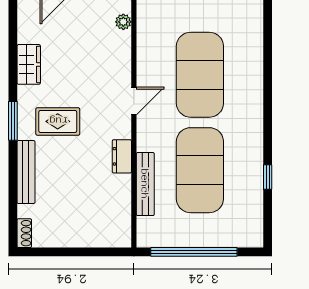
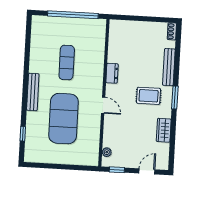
door: (134, 101) -> (103, 105), swing flipped
exercise mat: (200, 170) -> (67, 63), width x0.50, depth x0.69
window: (268, 177) -> (23, 134), moved
bench: (145, 184) -> (33, 92), moved

